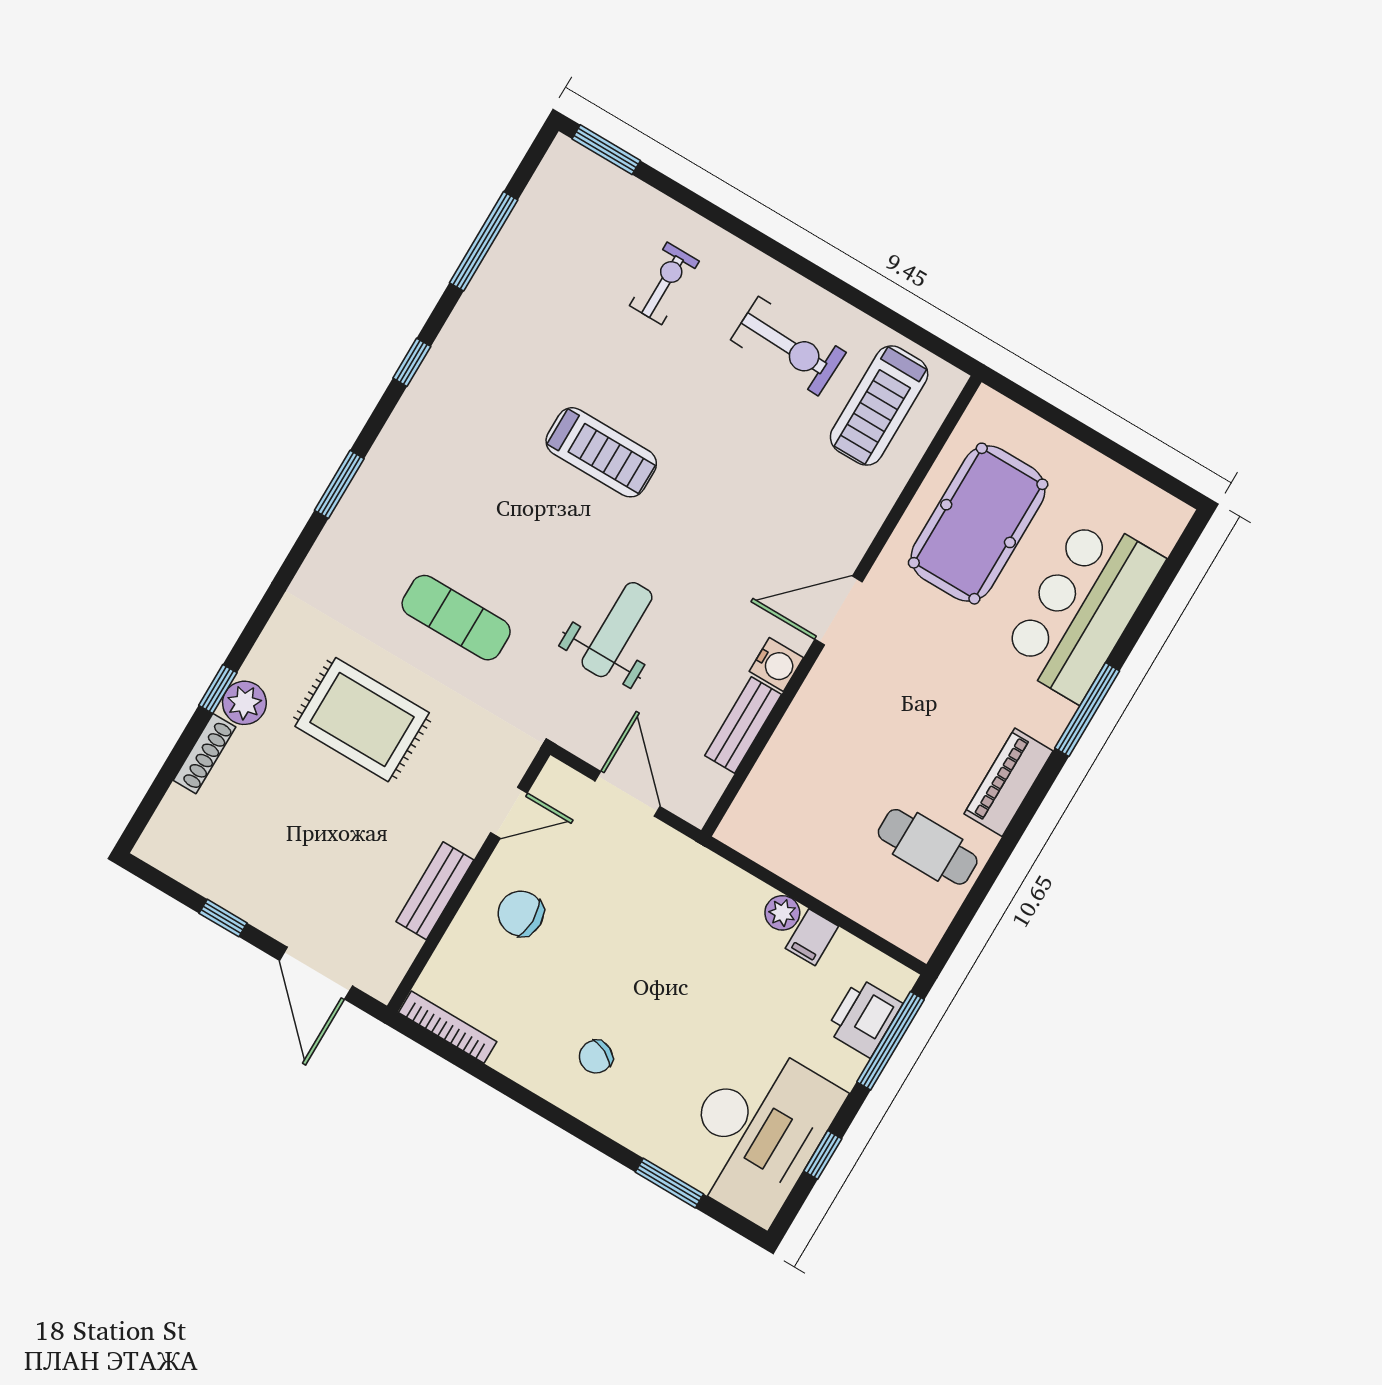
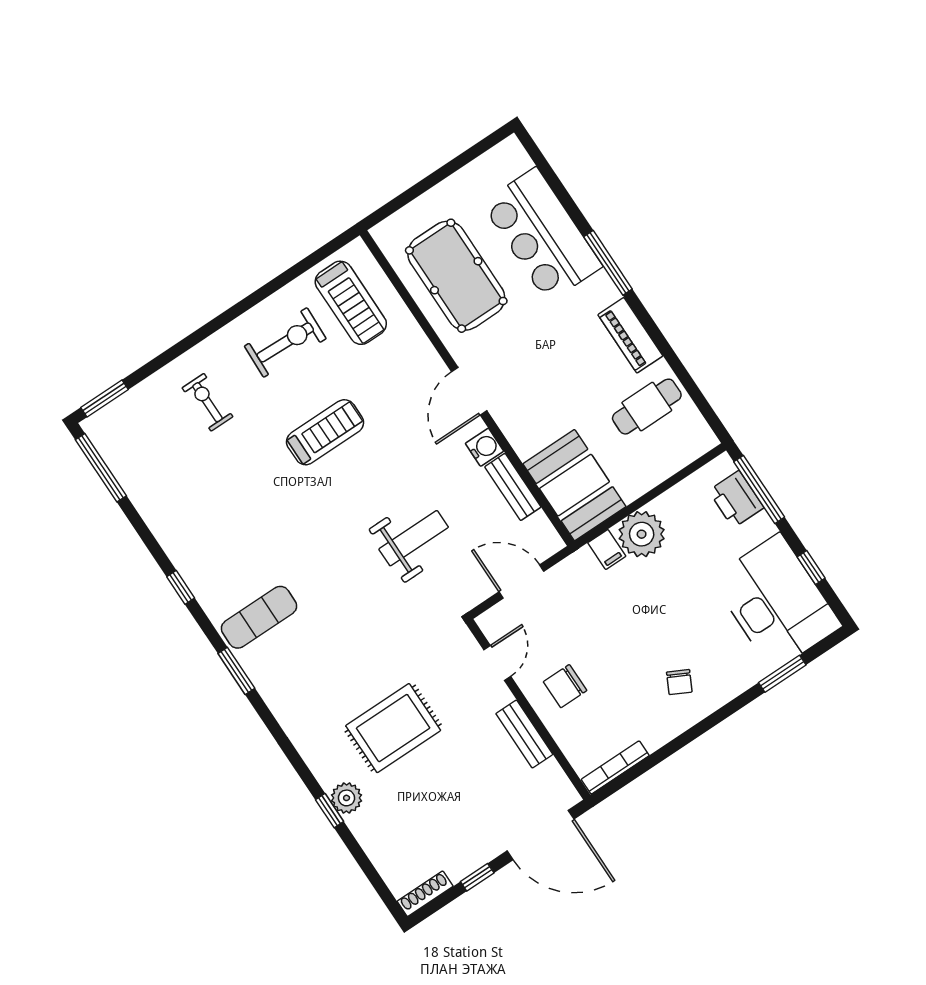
window: (484, 241) -> (101, 468), moved
treadmill: (601, 452) -> (325, 432), moved
exercise mat: (456, 618) -> (259, 617), moved
weight bench: (617, 630) -> (414, 538), turned 90
shoe rack: (204, 754) -> (425, 894), moved, turned -90
booth: (783, 802) -> (574, 485), added
plant: (782, 913) -> (642, 534), width x1.87, depth x1.87
filing cabinet: (812, 937) -> (607, 549), moved
door: (316, 973) -> (541, 835), width x1.36

